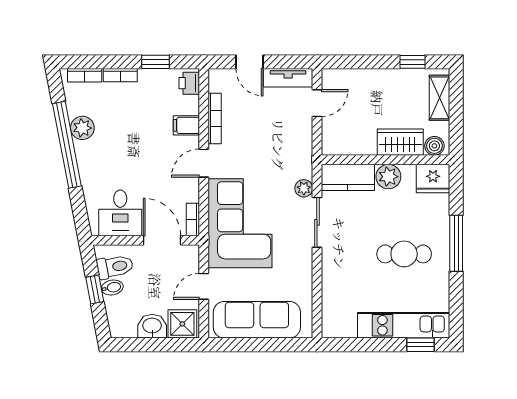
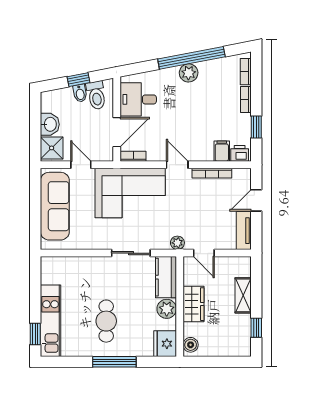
shelving: (440, 98) -> (243, 295), moved, turned 90
door: (317, 103) -> (204, 253), moved
filing cabinet: (186, 125) -> (222, 151), moved
plant: (82, 128) -> (189, 73), moved
wardrobe: (400, 142) -> (193, 304), moved
plant: (304, 188) -> (177, 243), moved

